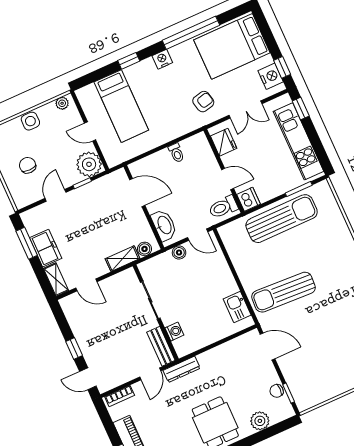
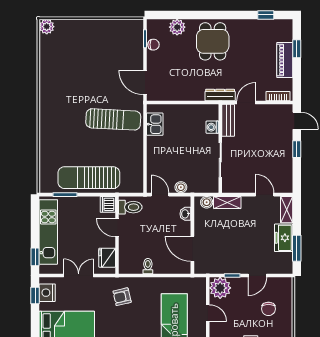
armchair: (203, 102) -> (122, 297), moved
washbasin: (164, 225) -> (185, 214), width x0.52, depth x0.69

